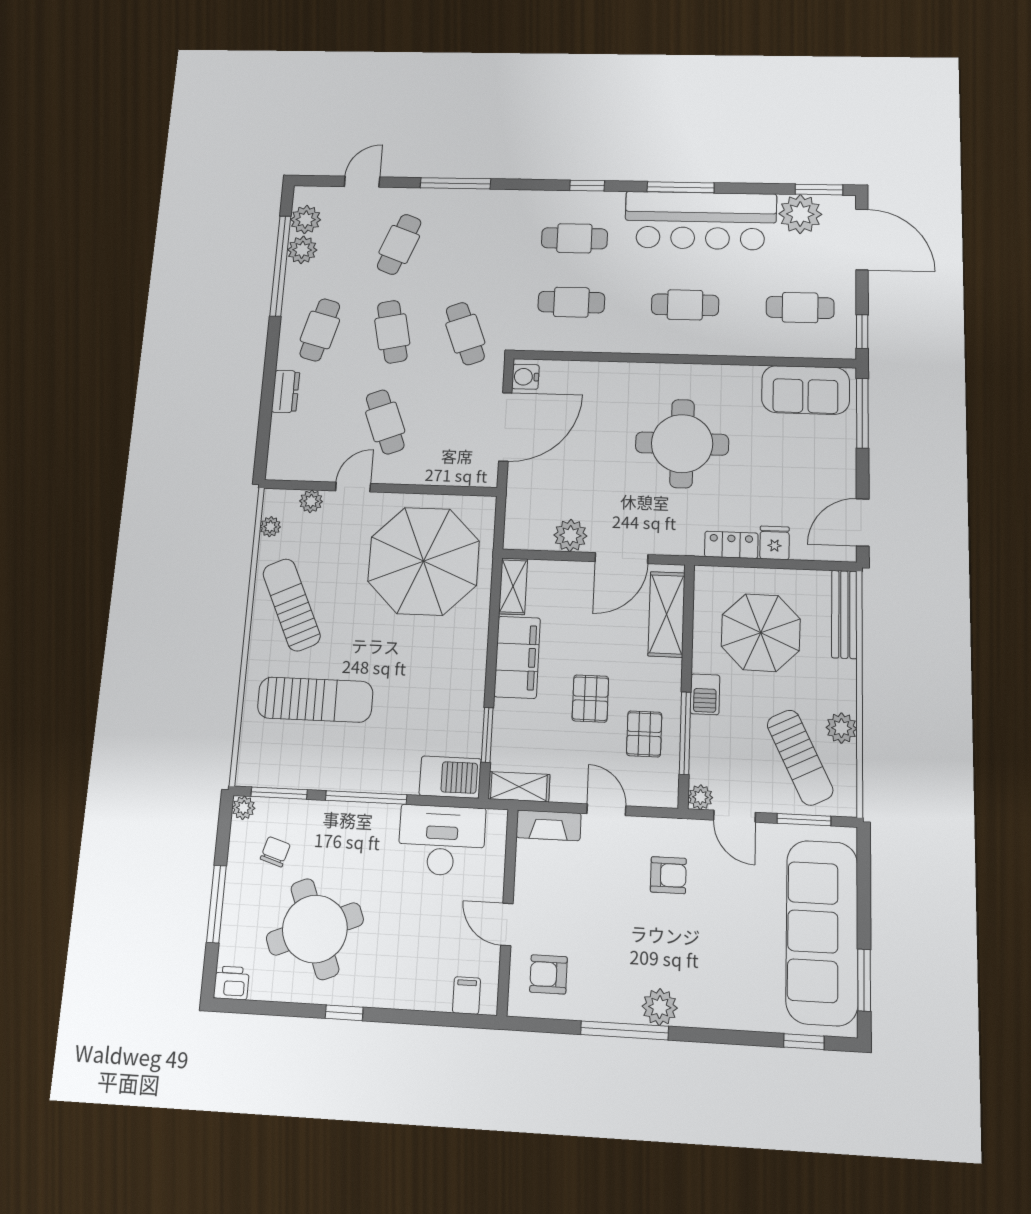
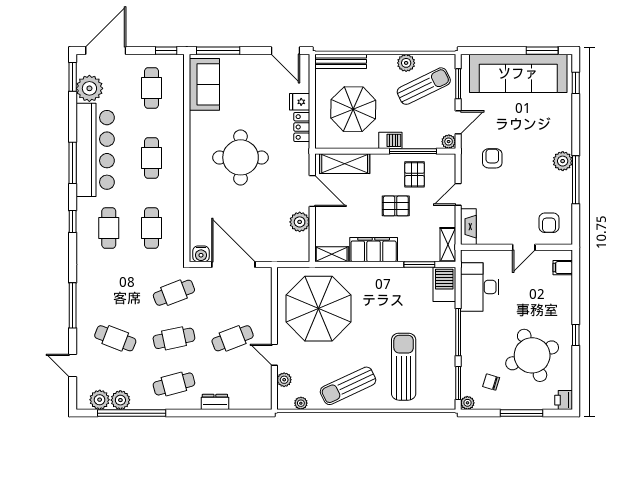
cafe table: (320, 330) -> (174, 384), turned -30
pallet: (644, 734) -> (415, 174), turned 90

